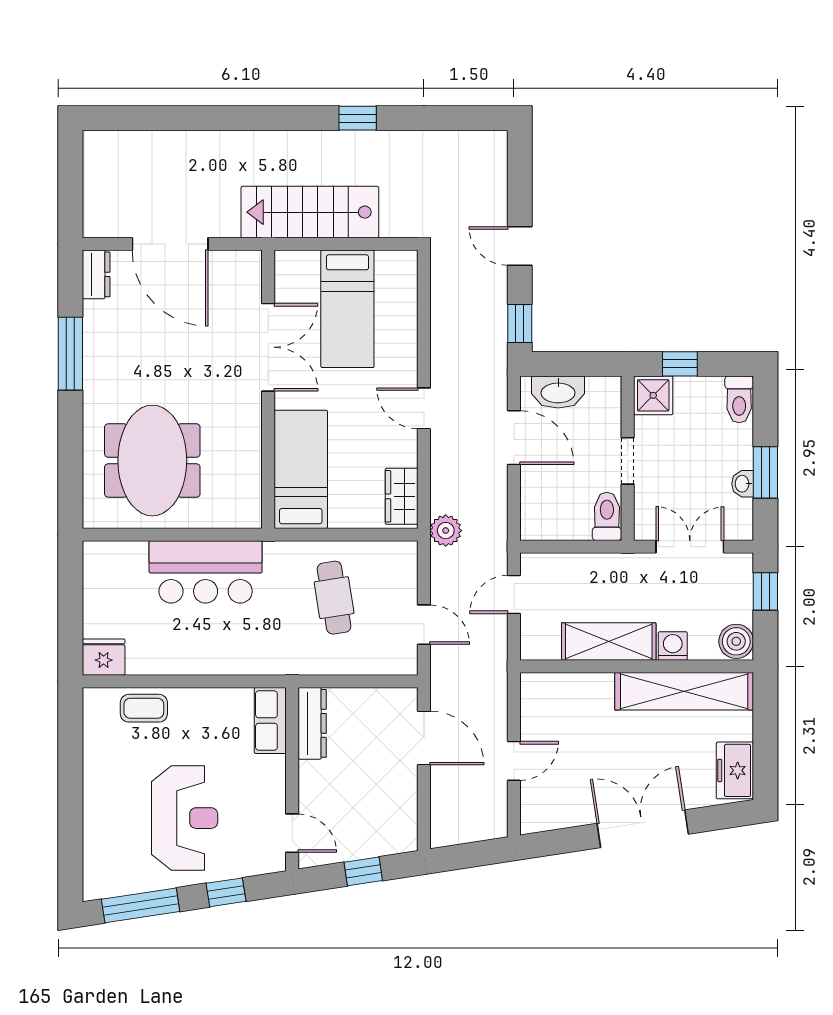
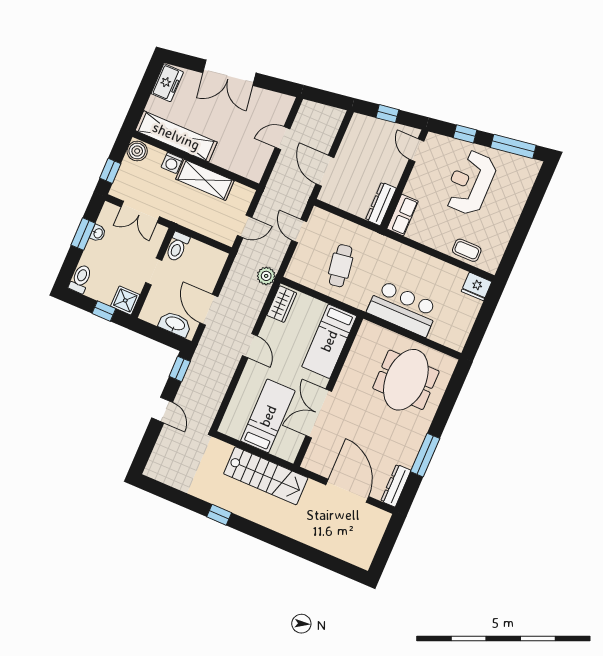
dresser: (96, 274) -> (396, 486), width x1.44

